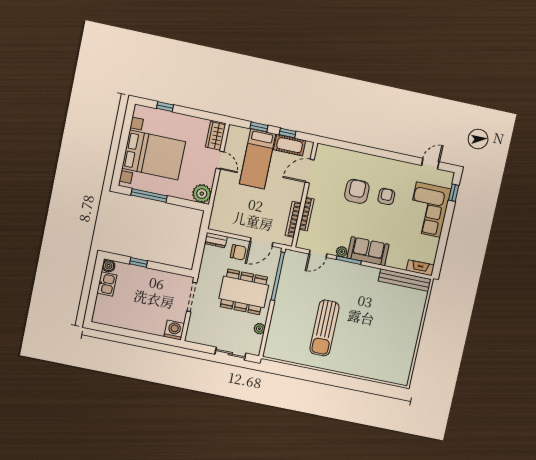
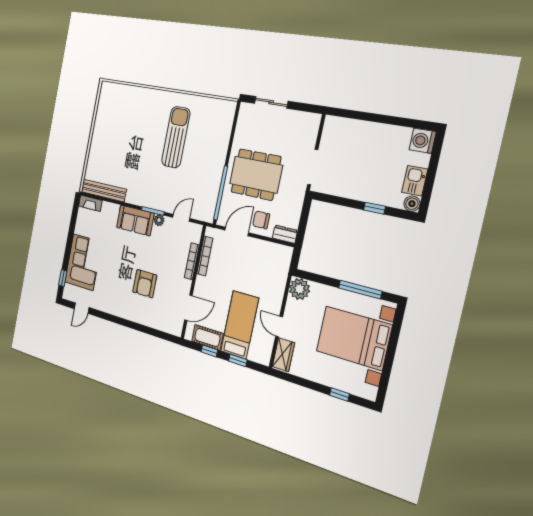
armchair: (386, 196) -> (119, 277), removed
plant: (259, 329) -> (240, 133), removed
washing machine: (174, 330) -> (423, 141), moved, turned 90

